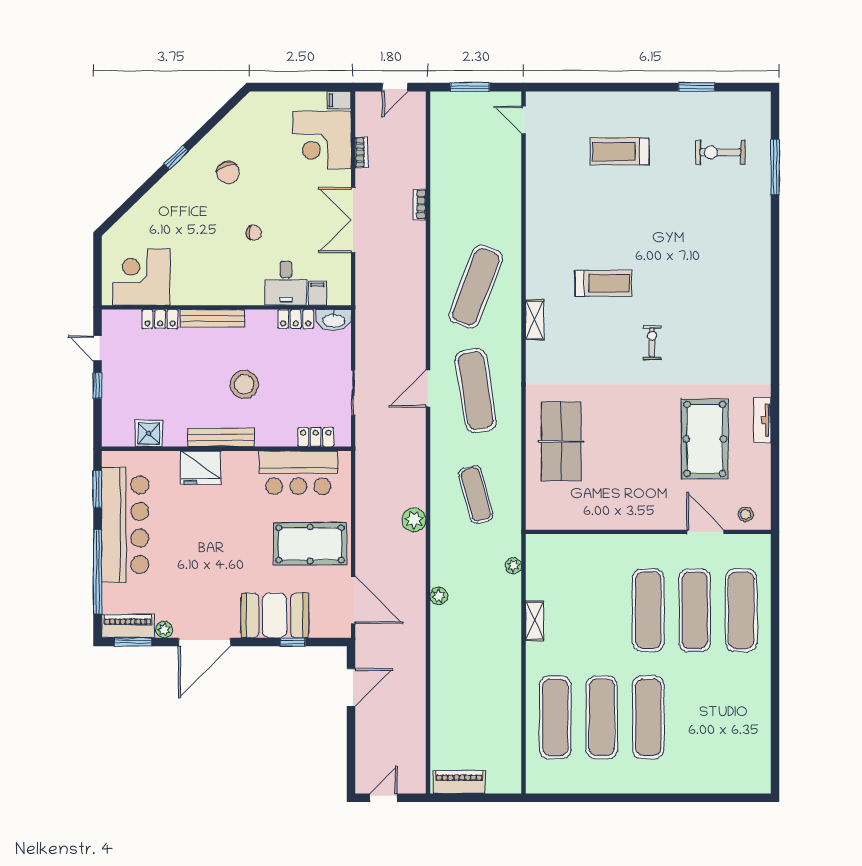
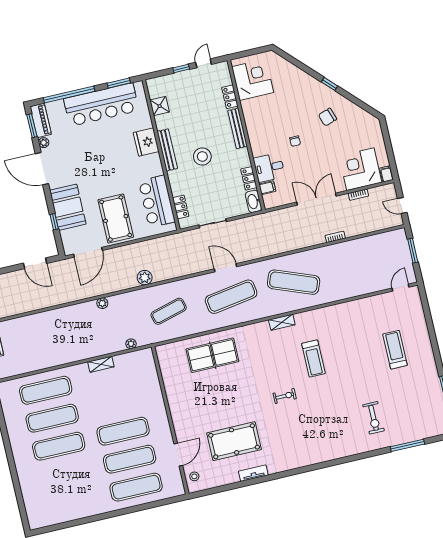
exercise bike: (720, 152) -> (374, 418), moved, turned 180

